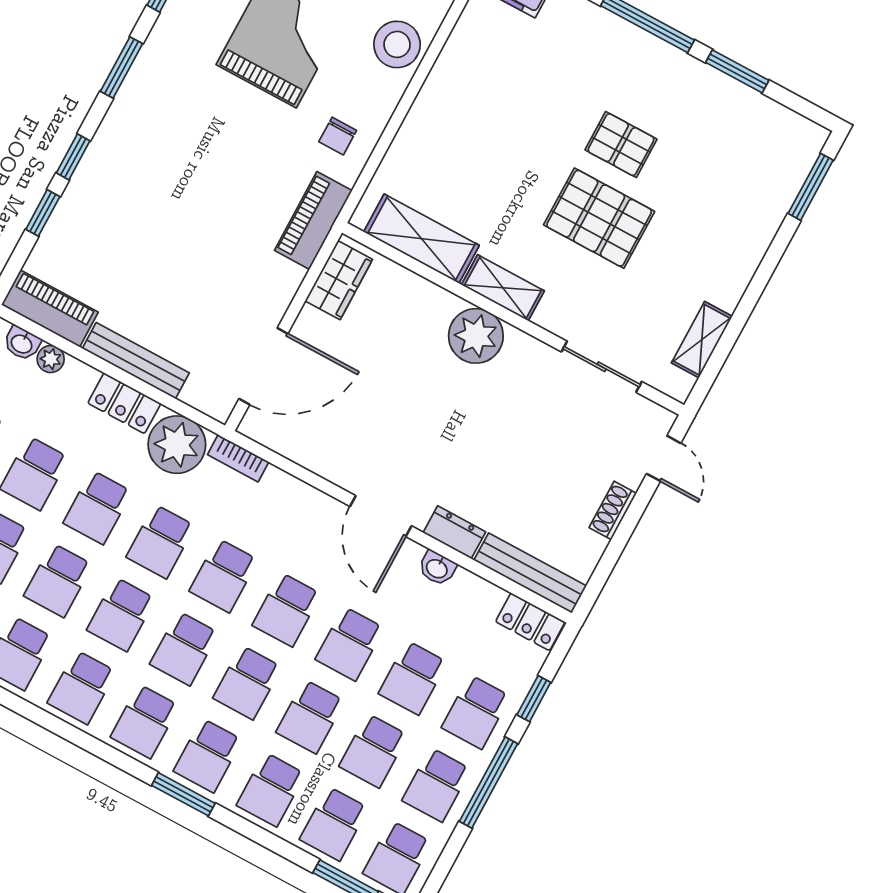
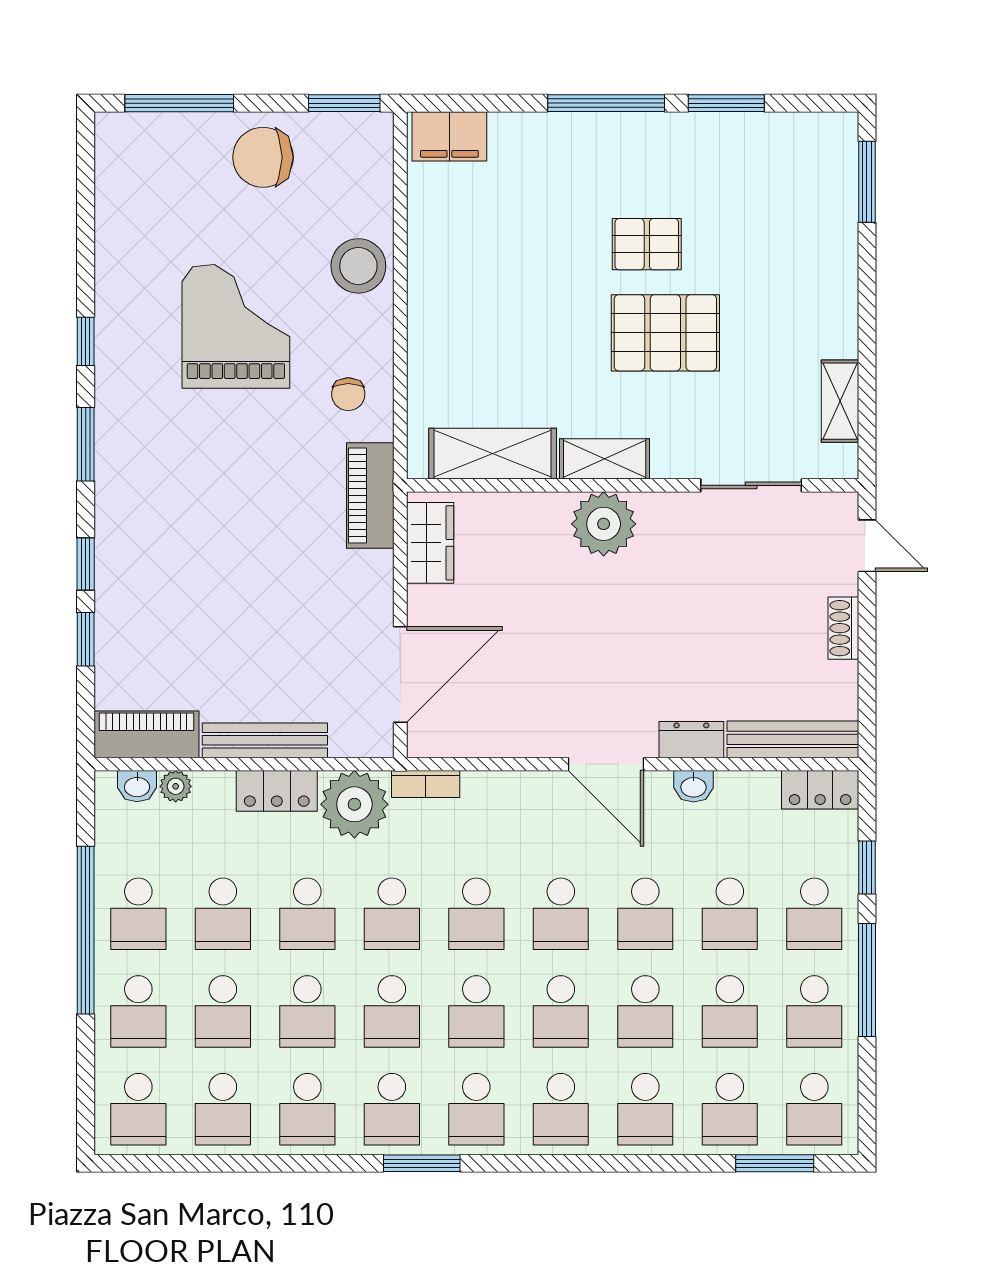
window: (183, 794) -> (422, 1163), moved

